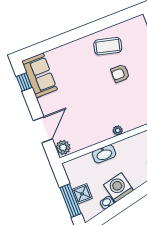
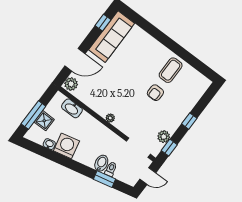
coffee table: (108, 46) -> (171, 70), turned 76
armchair: (120, 73) -> (155, 93), turned -90
sofa: (40, 75) -> (112, 37), width x1.36
washbasin: (104, 154) -> (72, 108), moved

